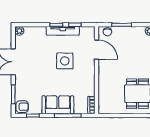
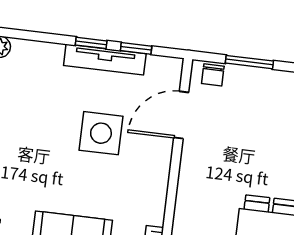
door: (97, 50) -> (181, 115), swing flipped

